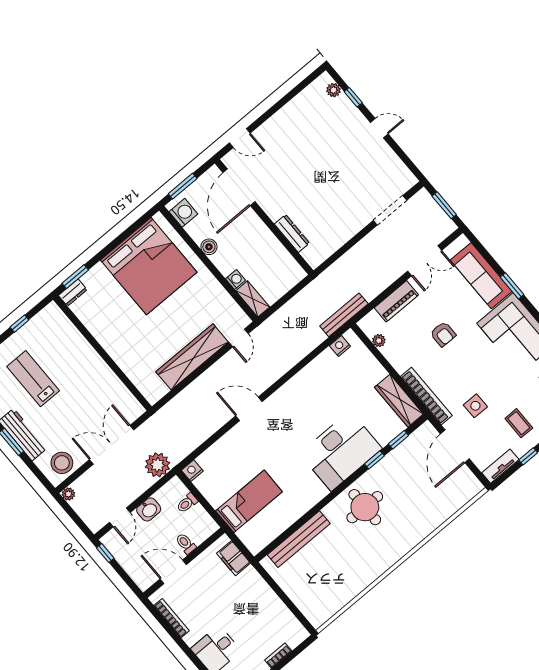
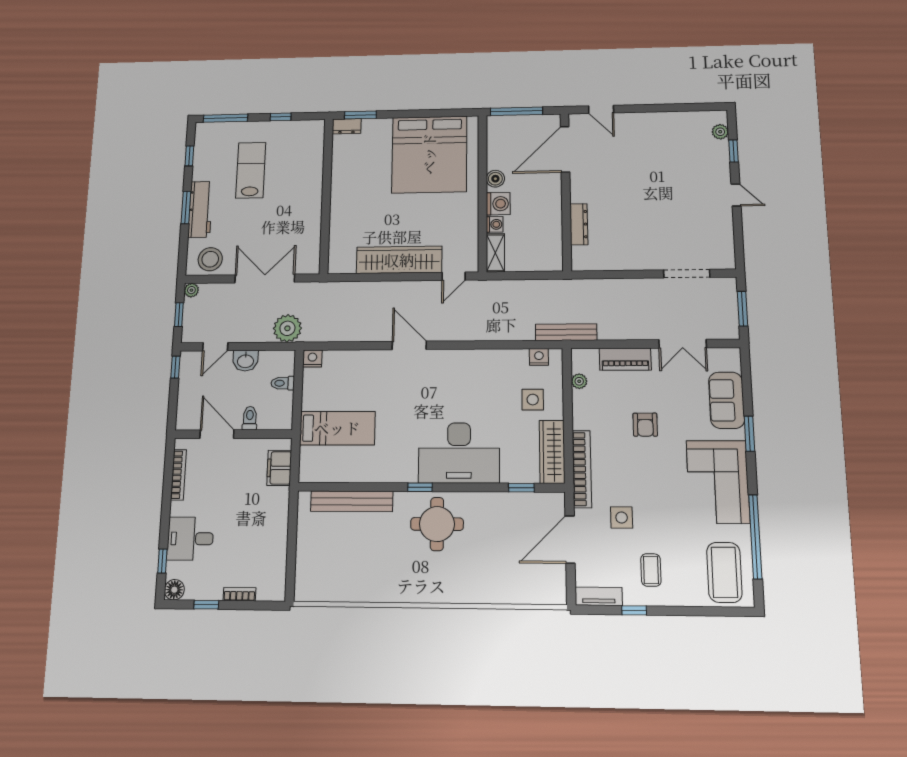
window: (183, 186) -> (516, 111), width x1.44
washing machine: (183, 213) -> (498, 204), moved
sofa: (481, 276) -> (727, 400), width x0.73
side table: (359, 377) -> (533, 400), added
window: (374, 460) -> (420, 487), moved
window: (75, 517) -> (179, 315), added

